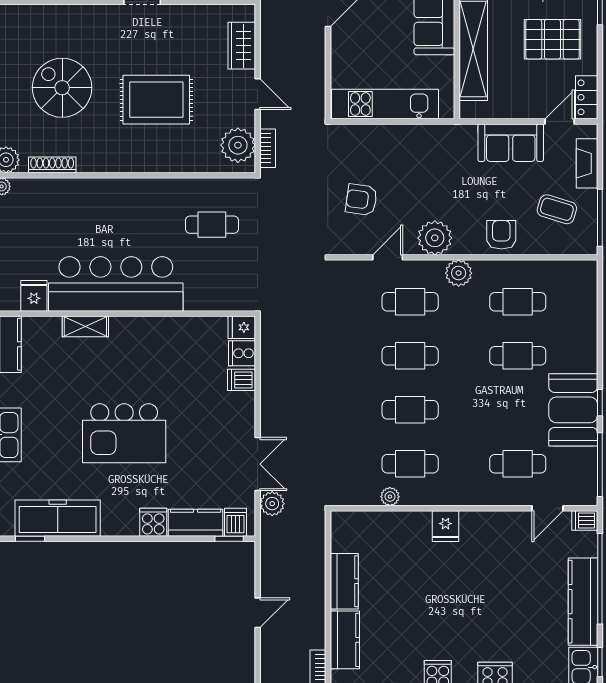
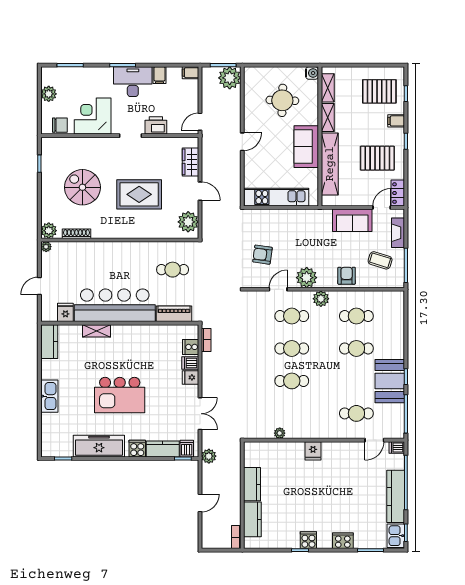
bookcase: (268, 148) -> (206, 340), moved
piano: (214, 298) -> (174, 314), added
fridge: (242, 327) -> (190, 377), moved
cafe table: (410, 464) -> (292, 413), removed
plant: (272, 504) -> (209, 456), moved
freezer: (58, 518) -> (99, 446), moved

